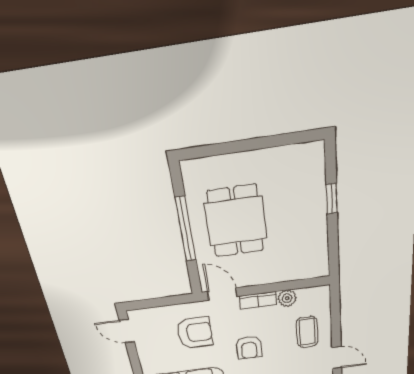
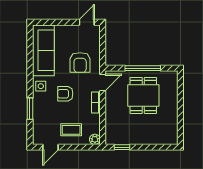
window: (332, 199) -> (122, 147), moved
dining table: (236, 221) -> (143, 95), turned 90
plant: (287, 298) -> (95, 139), moved

